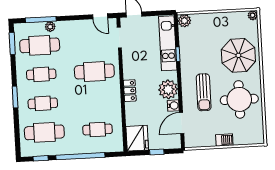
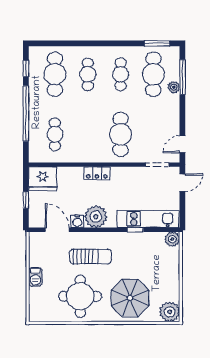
plant: (253, 15) -> (170, 312), width x1.88, depth x1.88
sun lounger: (204, 92) -> (90, 256), turned 180
window: (15, 97) -> (97, 43), removed

